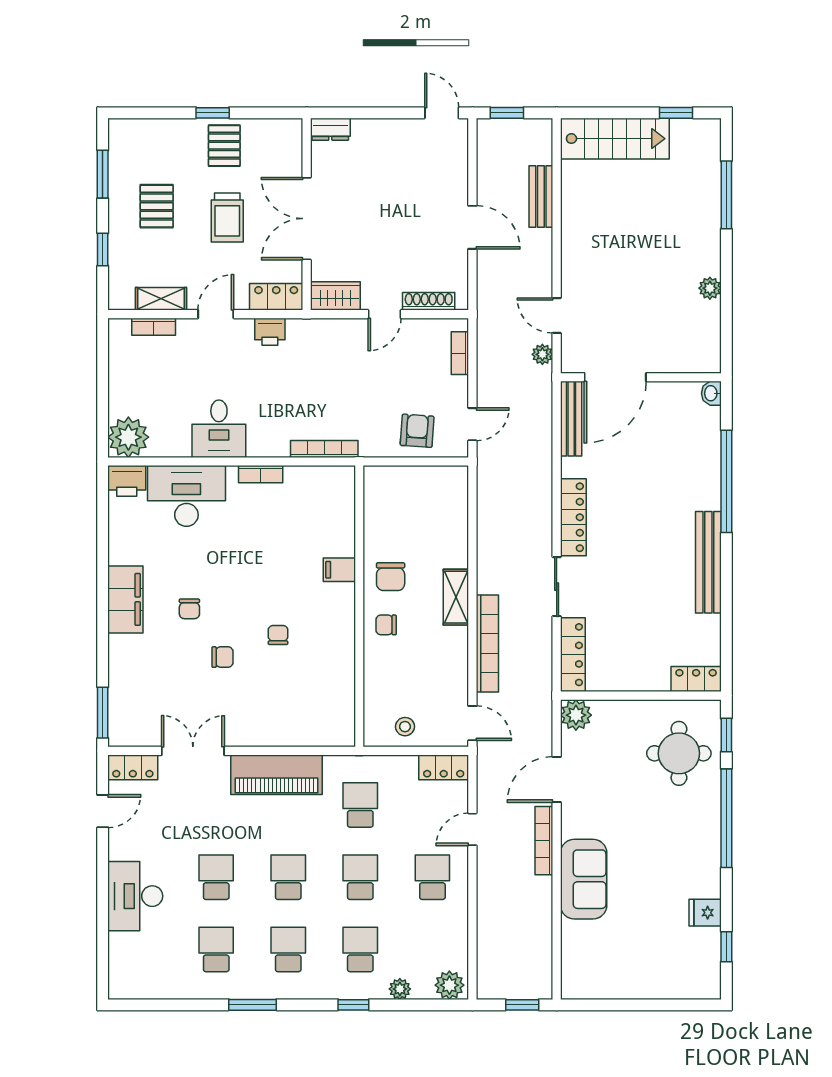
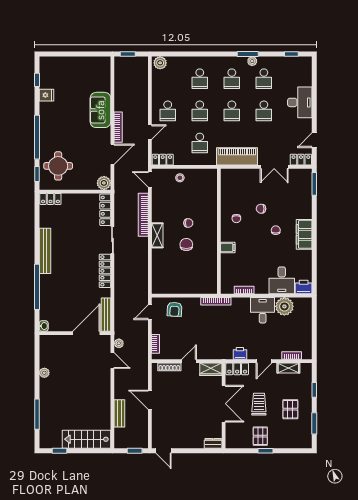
plant: (128, 437) -> (284, 306), moved
desk: (186, 496) -> (282, 280), width x0.73
filing cabinet: (339, 570) -> (228, 248), moved
wall: (359, 606) -> (219, 231), moved
plant: (400, 989) -> (252, 61), moved
window: (353, 1005) -> (291, 54), moved

